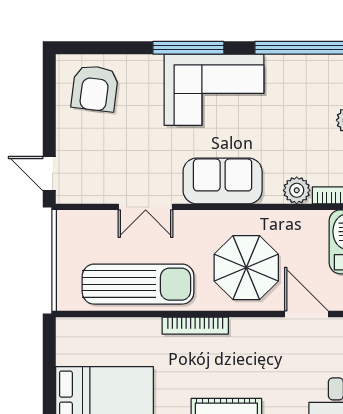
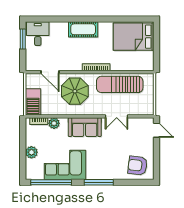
armchair: (95, 88) -> (138, 165), turned -90
corner sofa: (214, 90) -> (65, 165), moved
double door: (146, 207) -> (117, 116), swing flipped

